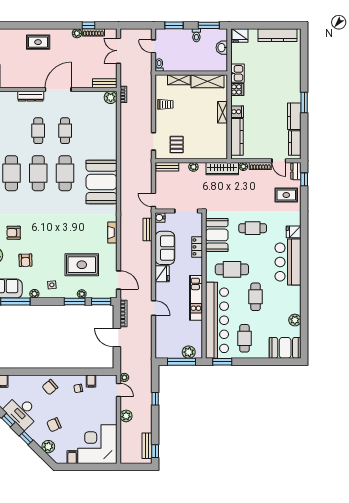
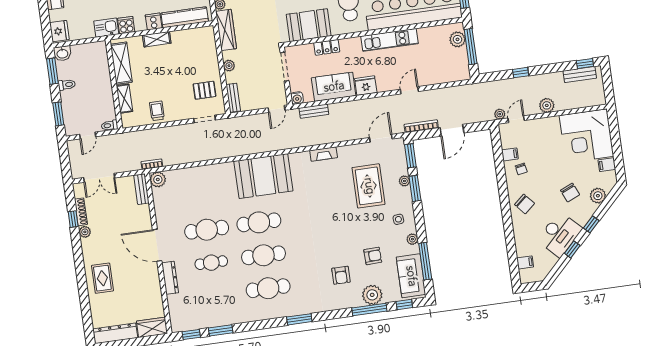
washbasin: (222, 48) -> (62, 53), moved
cafe table: (65, 131) -> (207, 230), width x1.37, depth x1.35

